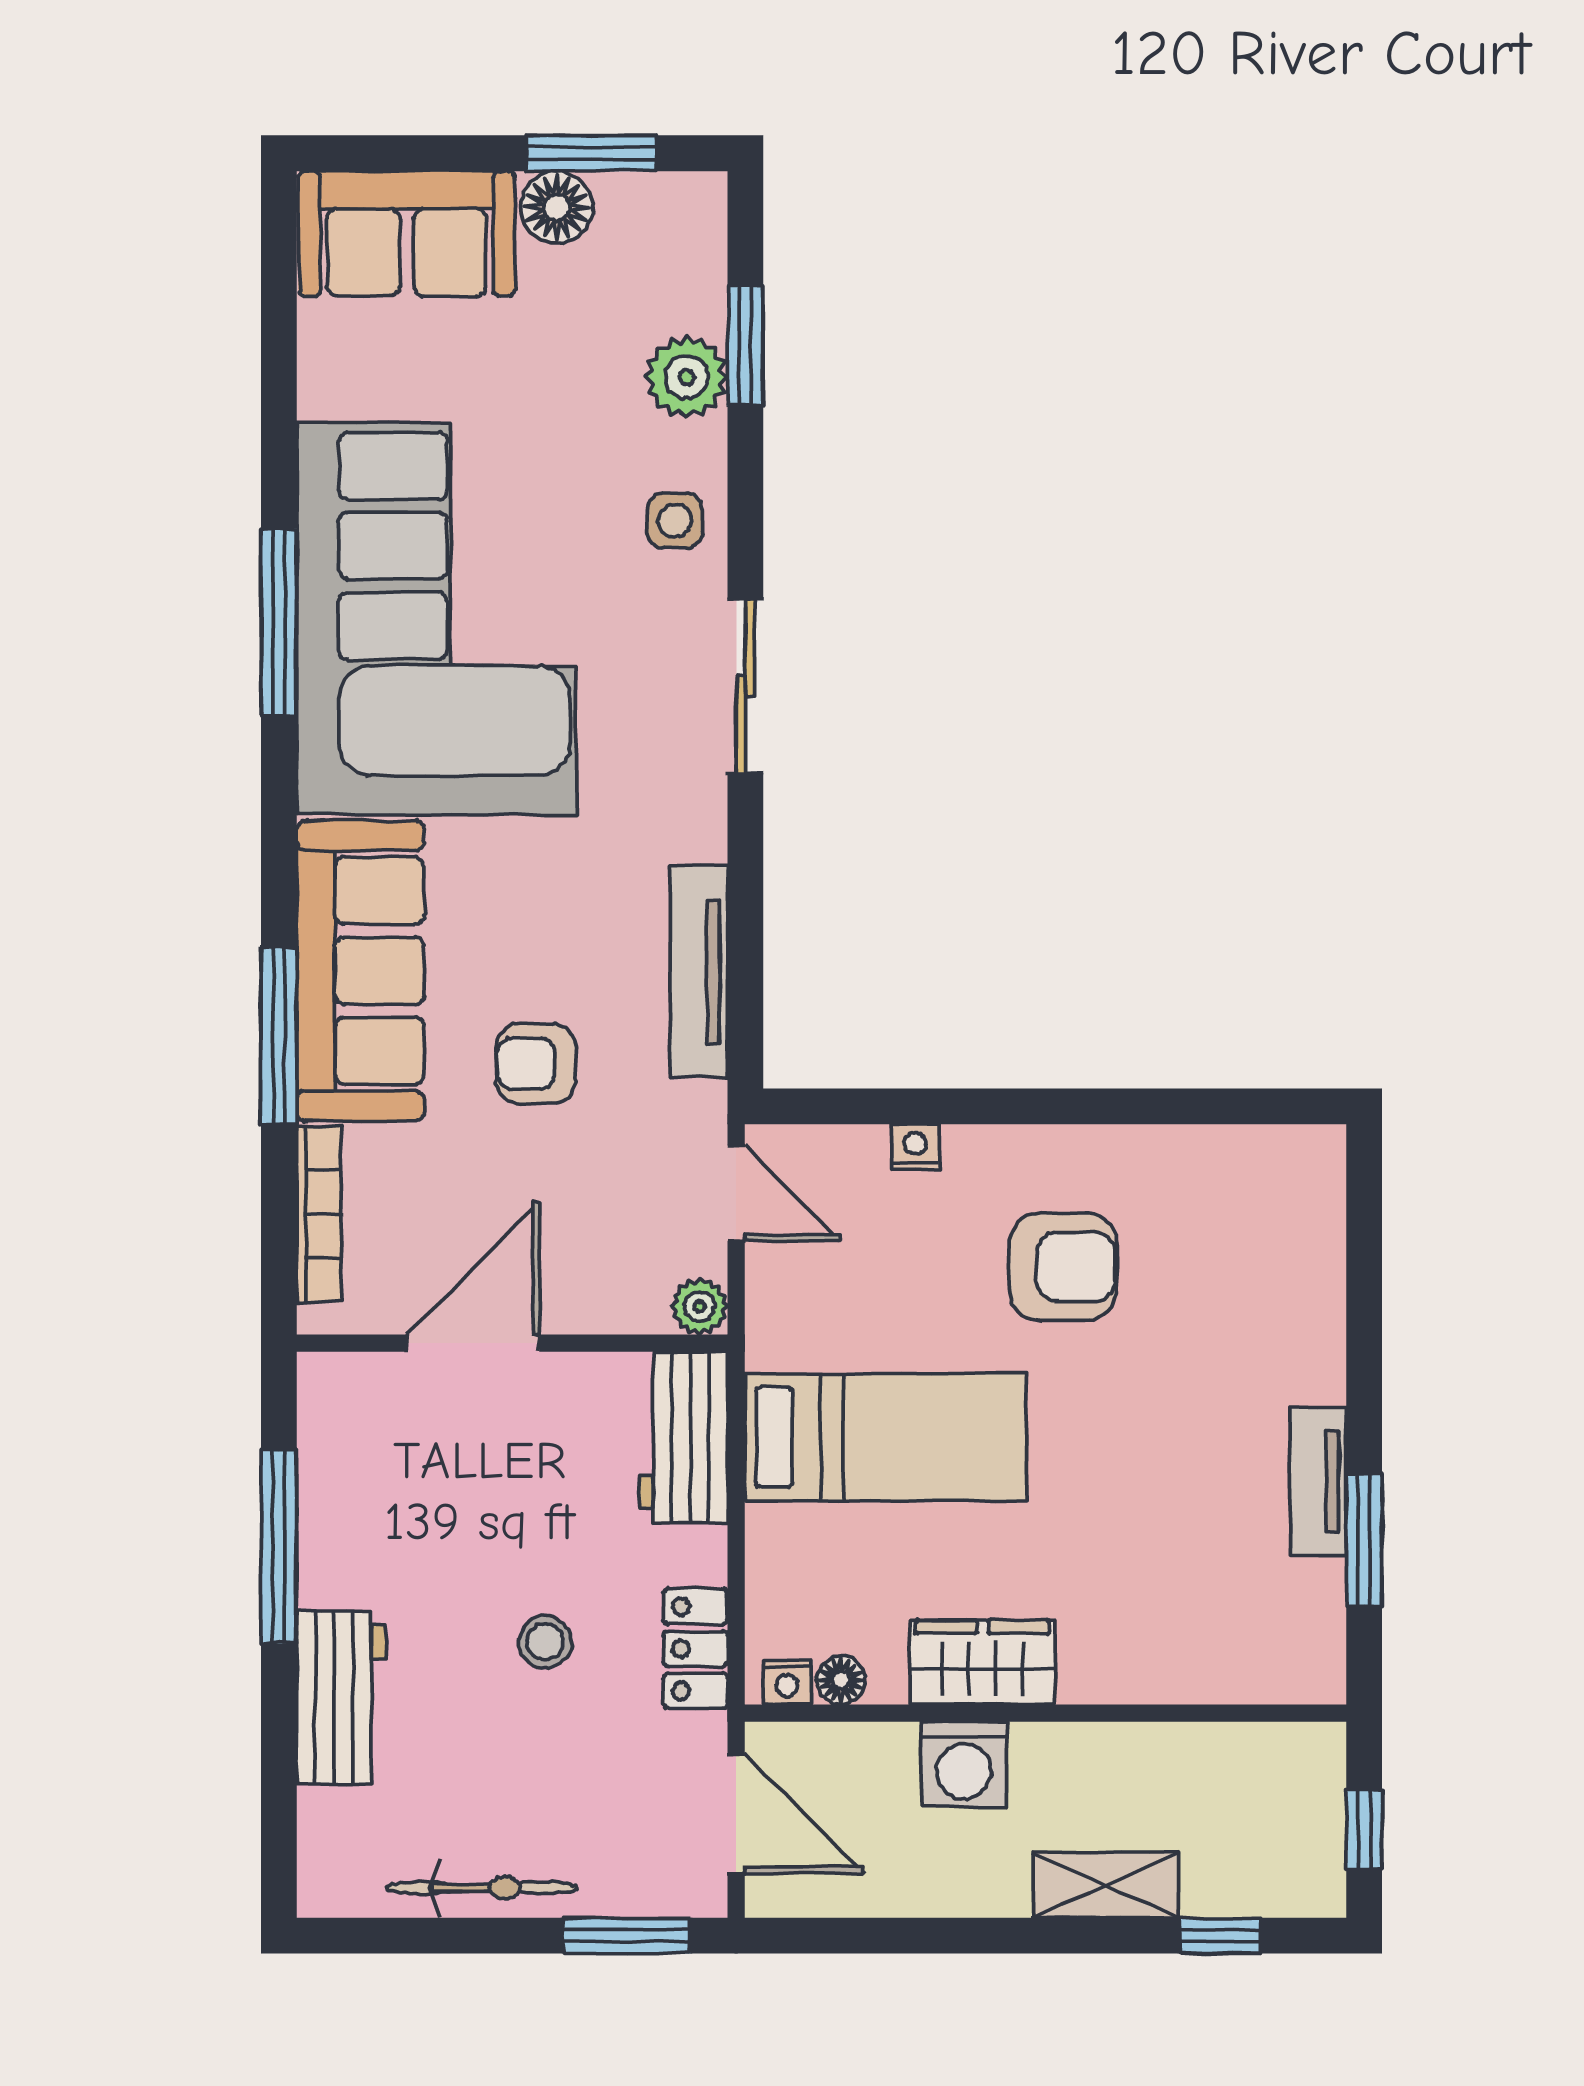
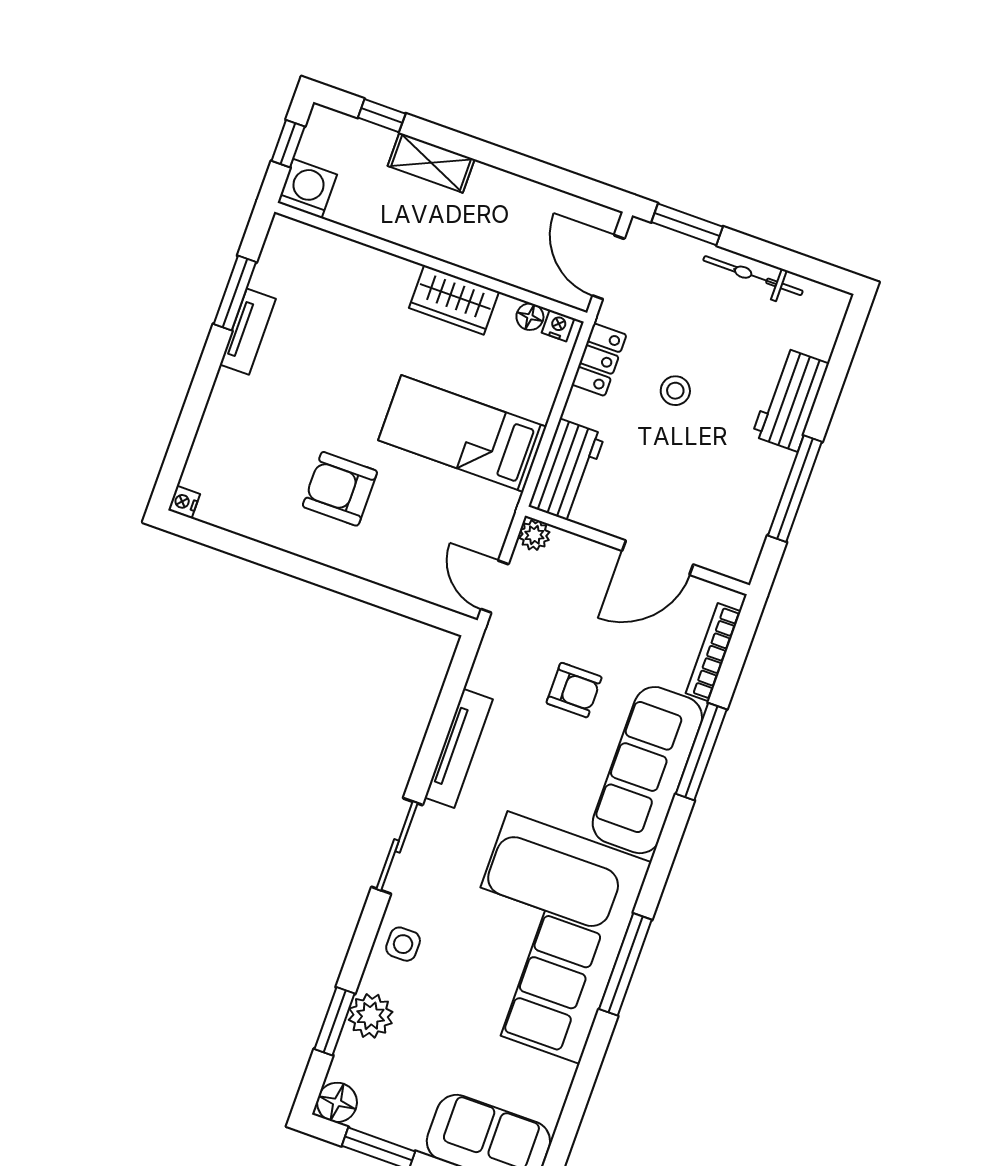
floor lamp: (557, 207) -> (337, 1102), moved
tv unit: (699, 972) -> (459, 748), moved
nightstand: (915, 1147) -> (184, 502), moved, turned 90
washing machine: (964, 1764) -> (307, 188), moved

